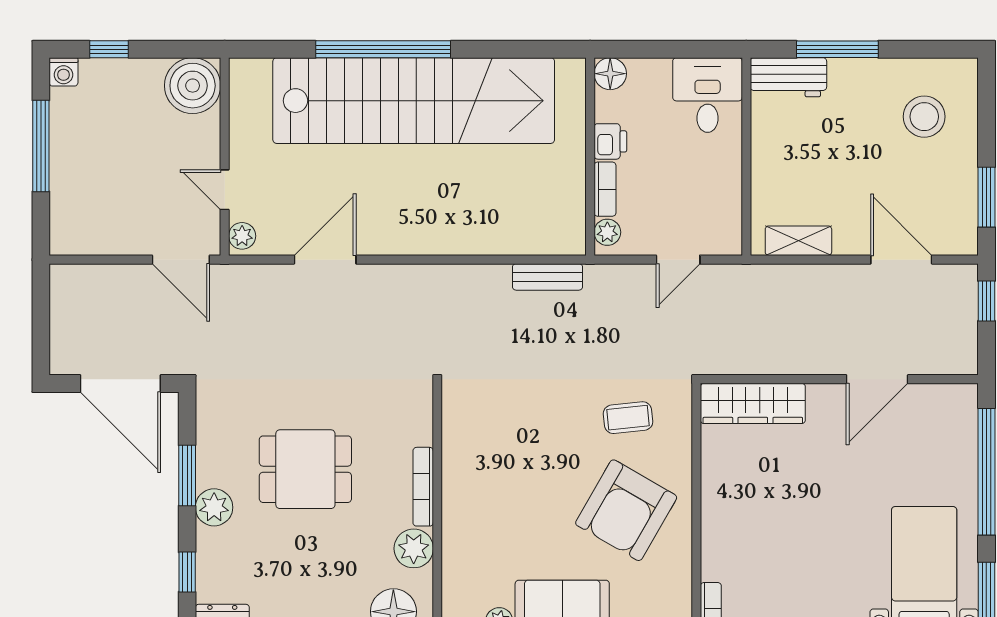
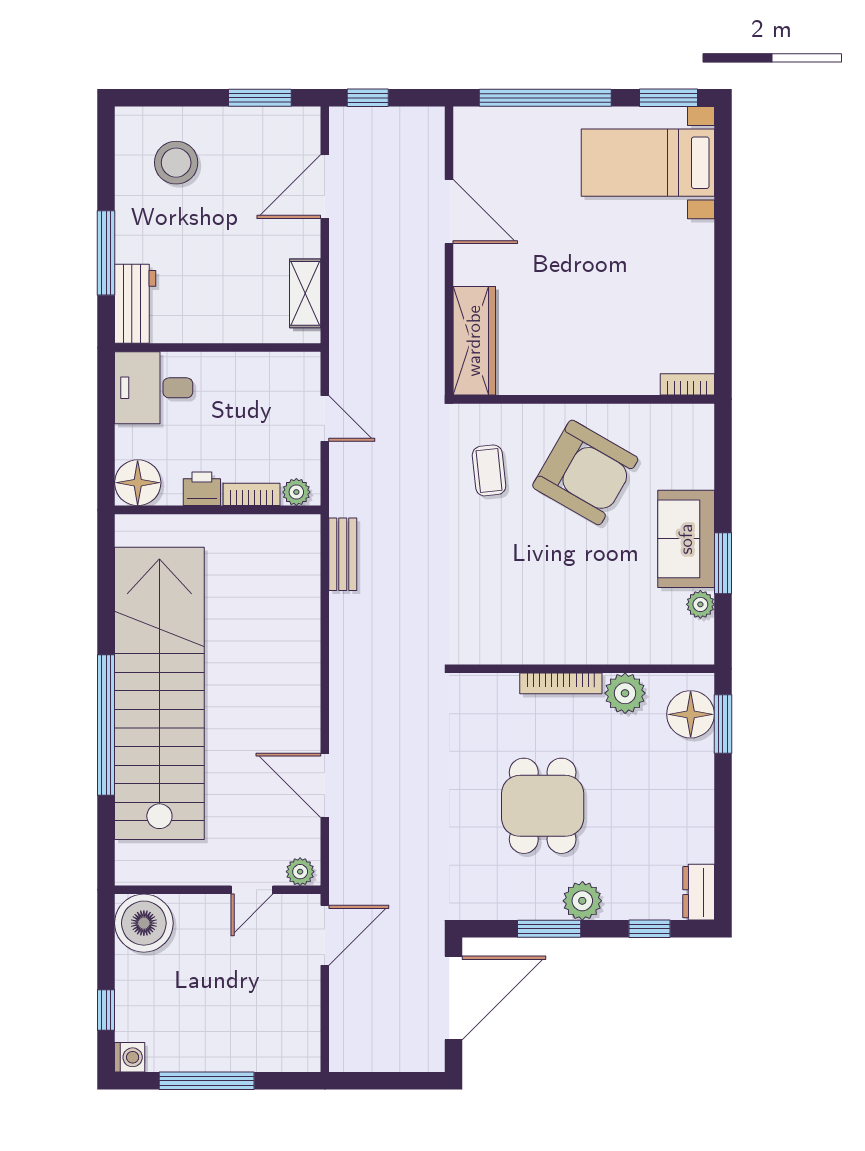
floor lamp: (610, 74) -> (138, 483), width x1.38, depth x1.38

